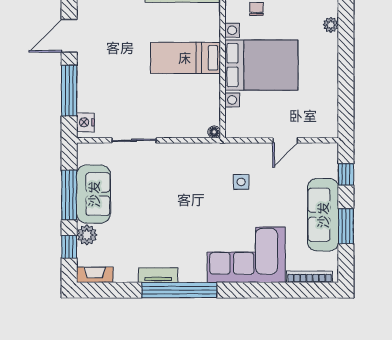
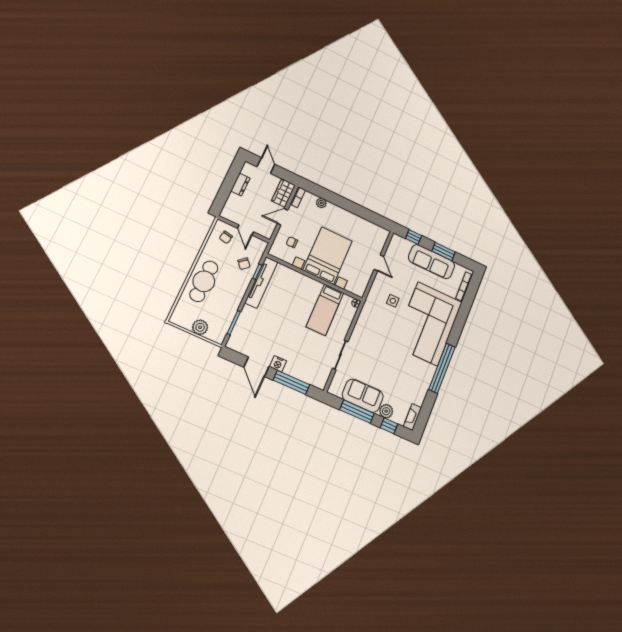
bed: (185, 58) -> (325, 310), moved
nightstand: (85, 122) -> (278, 364), moved
corner sofa: (246, 255) -> (428, 324), width x1.36, depth x1.36
tv unit: (158, 275) -> (428, 377), removed

